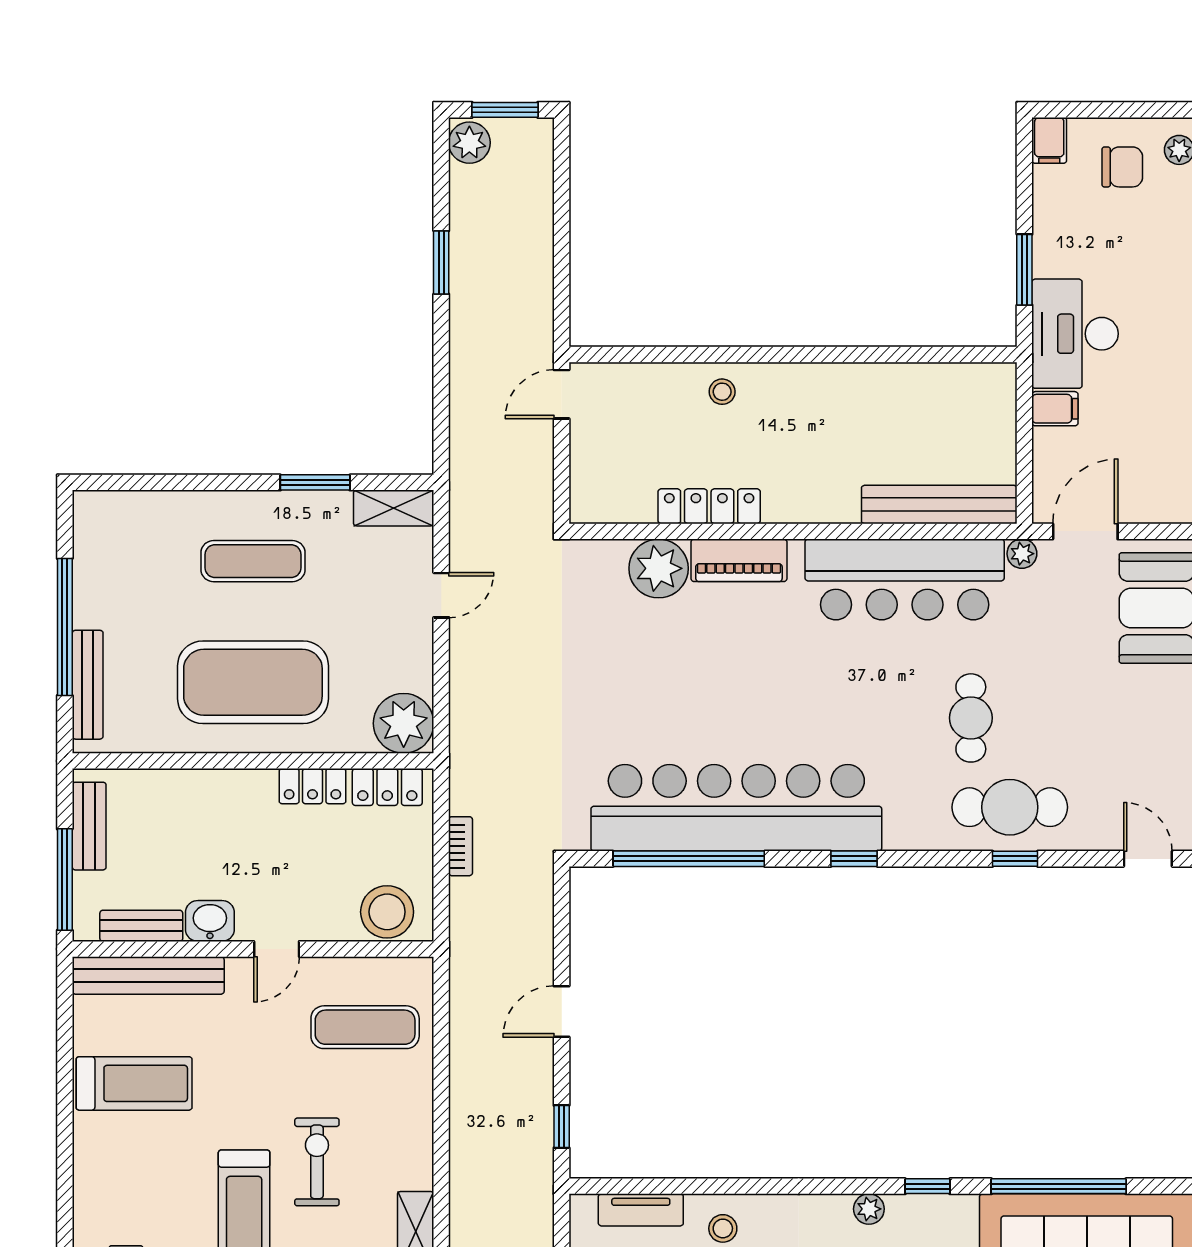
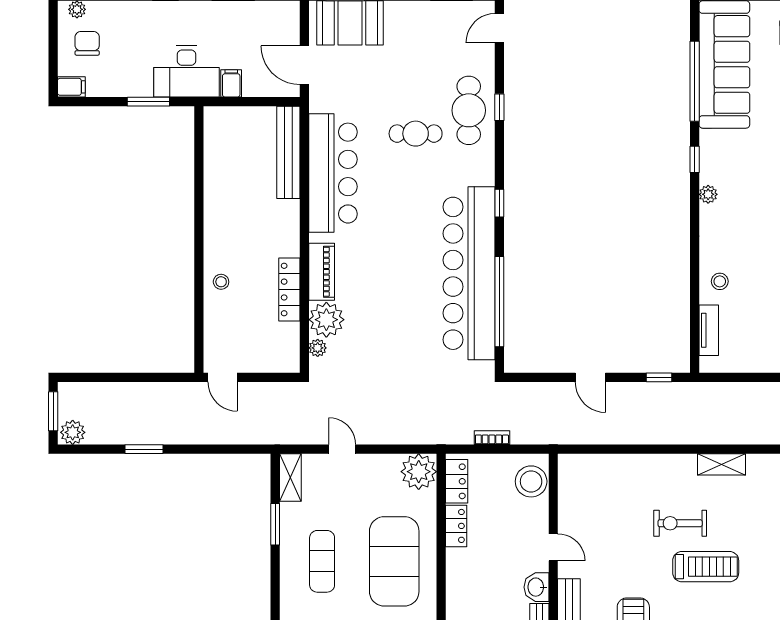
plant: (1022, 554) -> (318, 348), moved
exercise mat: (365, 1027) -> (600, 495), removed

